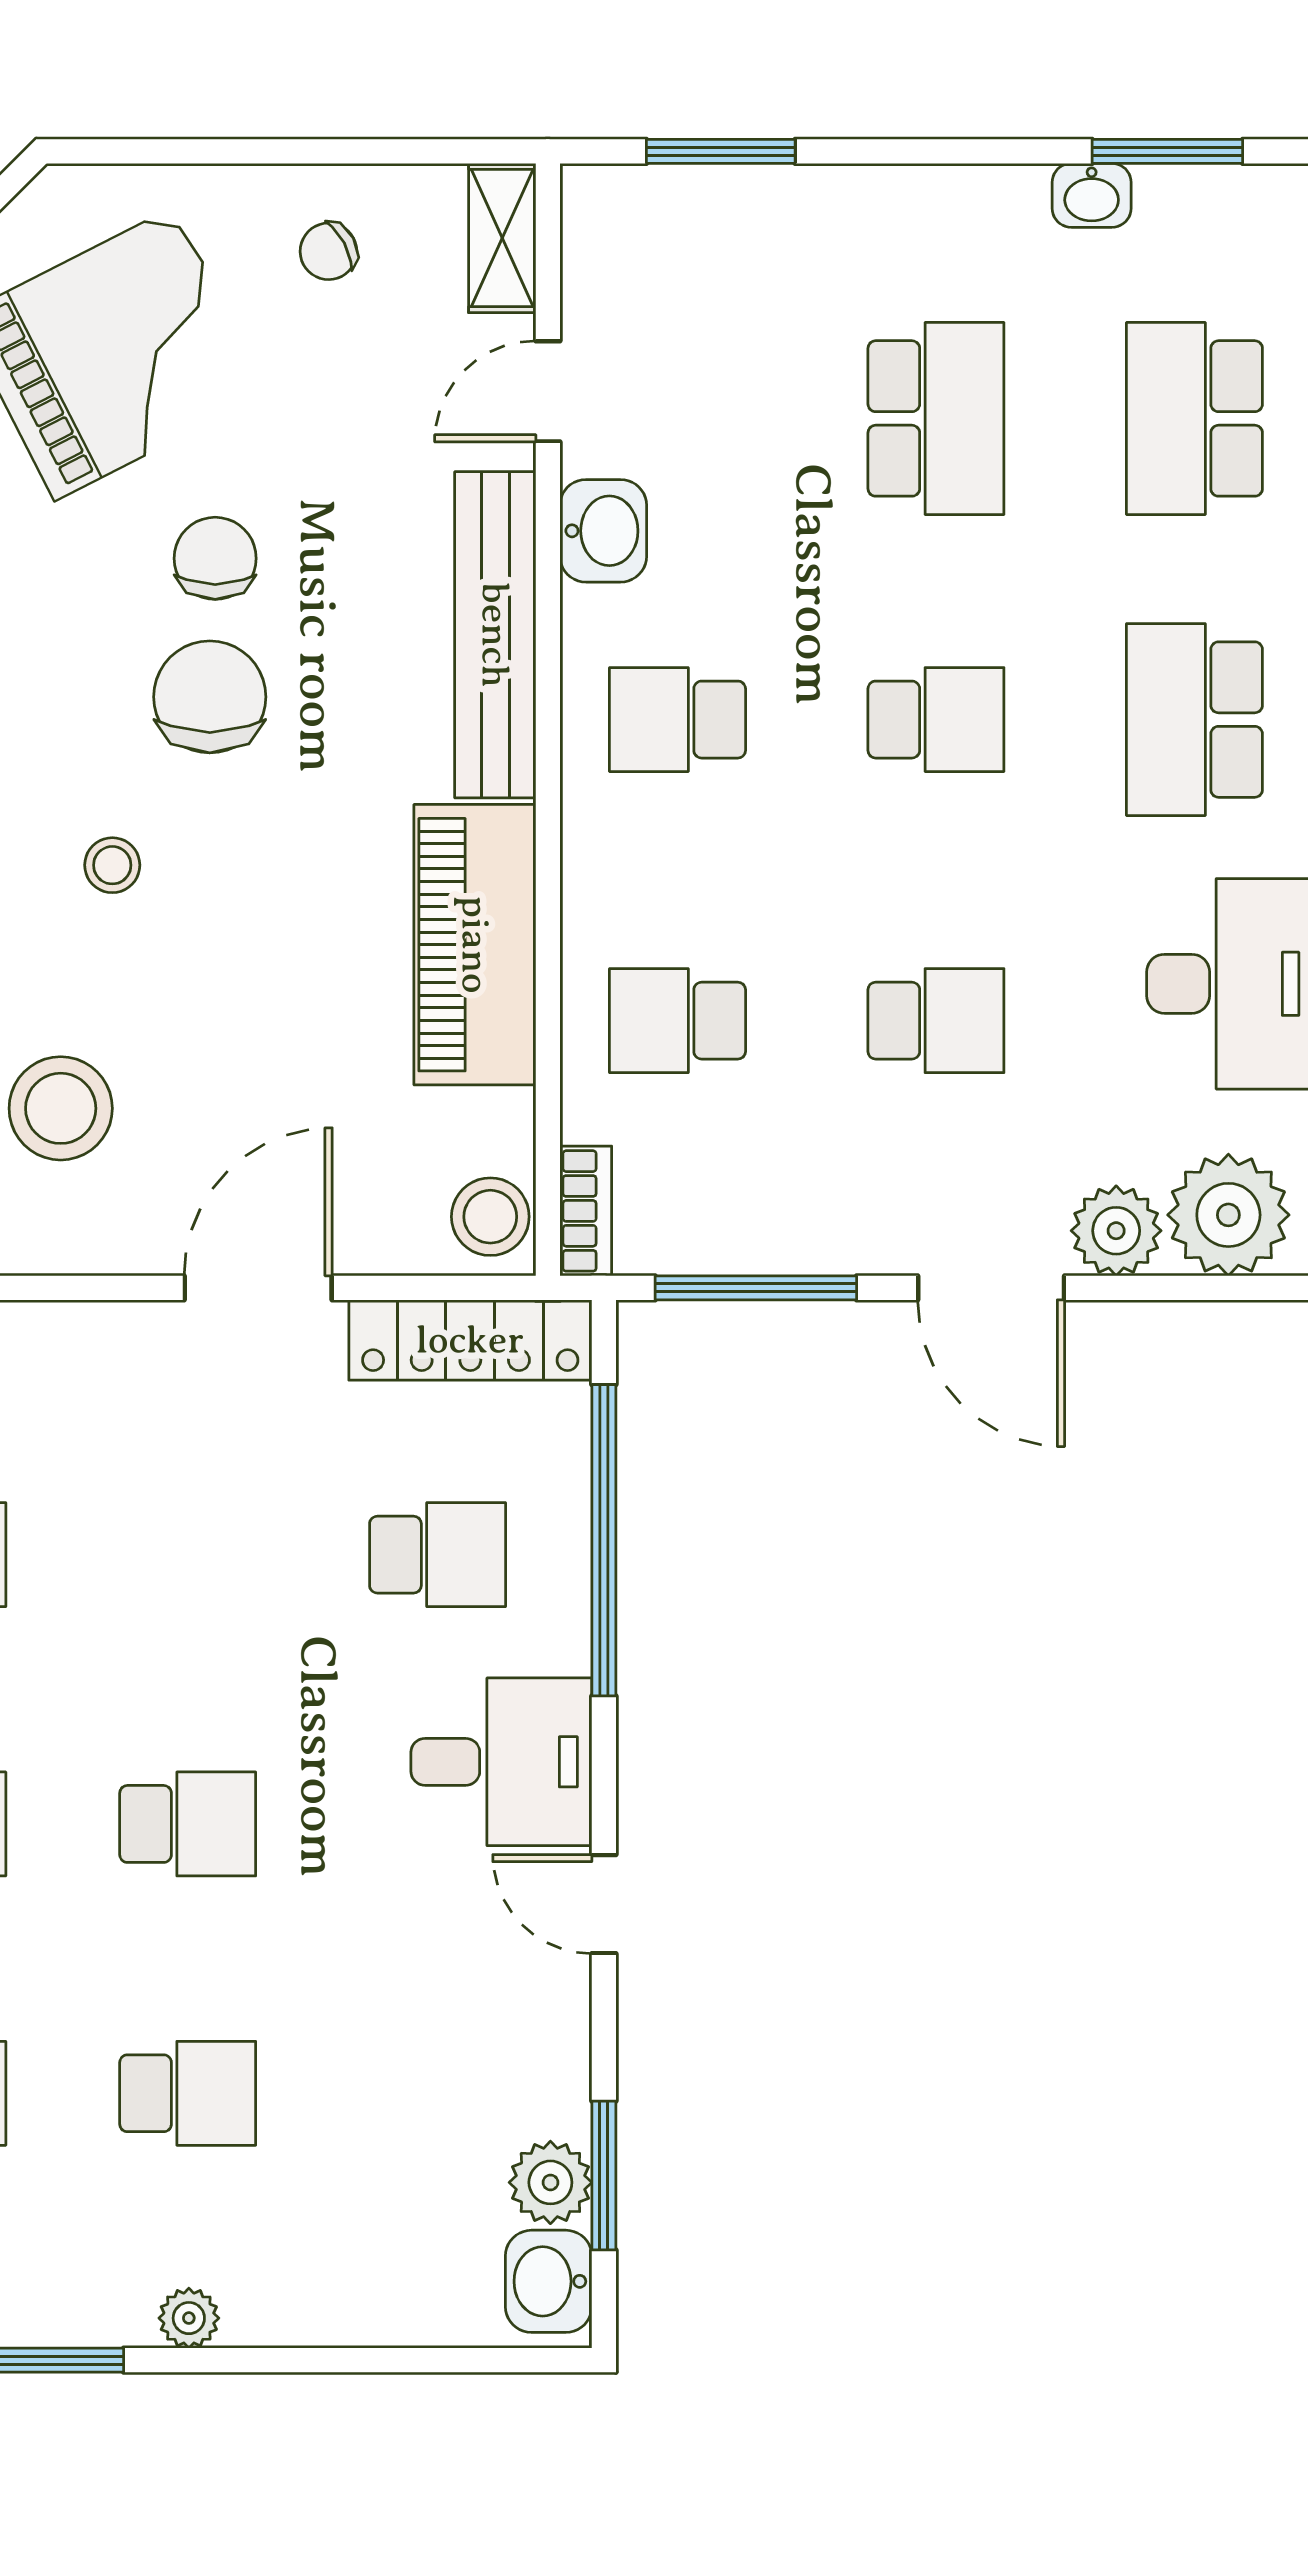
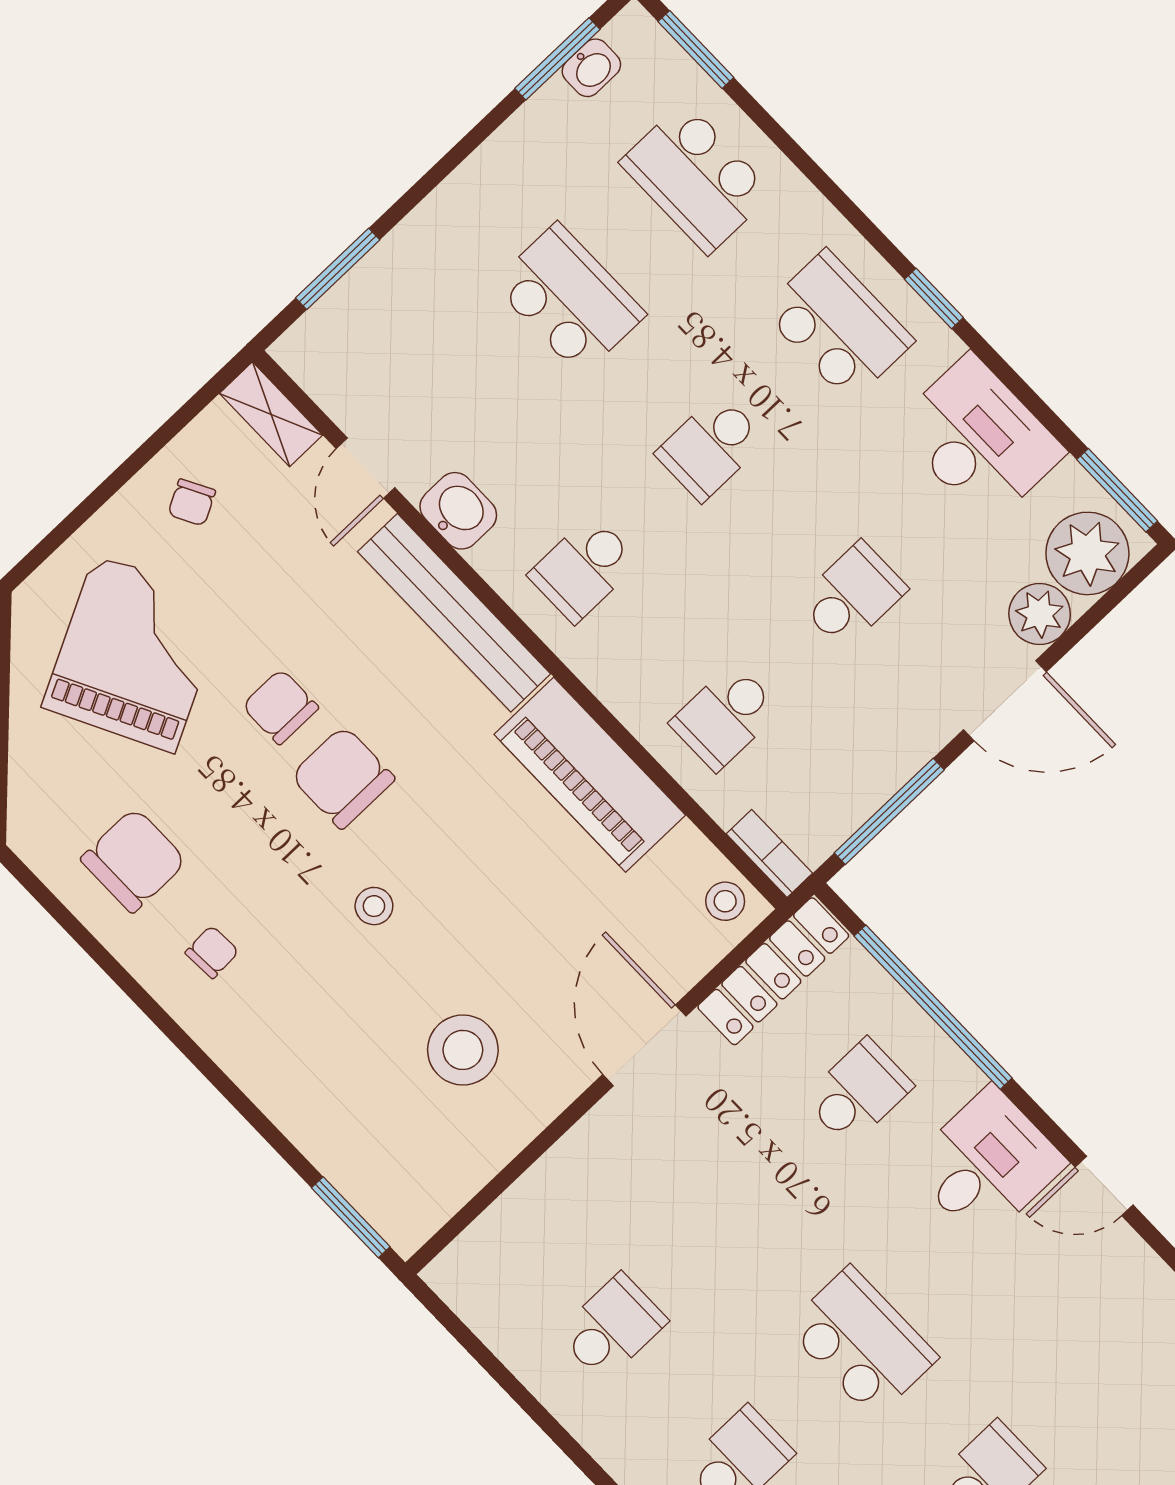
washbasin: (1092, 195) -> (591, 68), moved
school desk: (936, 720) -> (711, 447), turned 180
school desk: (1194, 720) -> (838, 326), turned 180
stool: (490, 1217) -> (725, 901), width x0.73, depth x0.73
school desk: (188, 1824) -> (862, 1342), width x1.85

